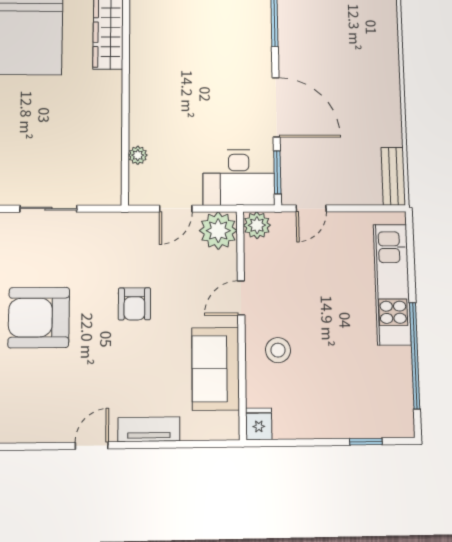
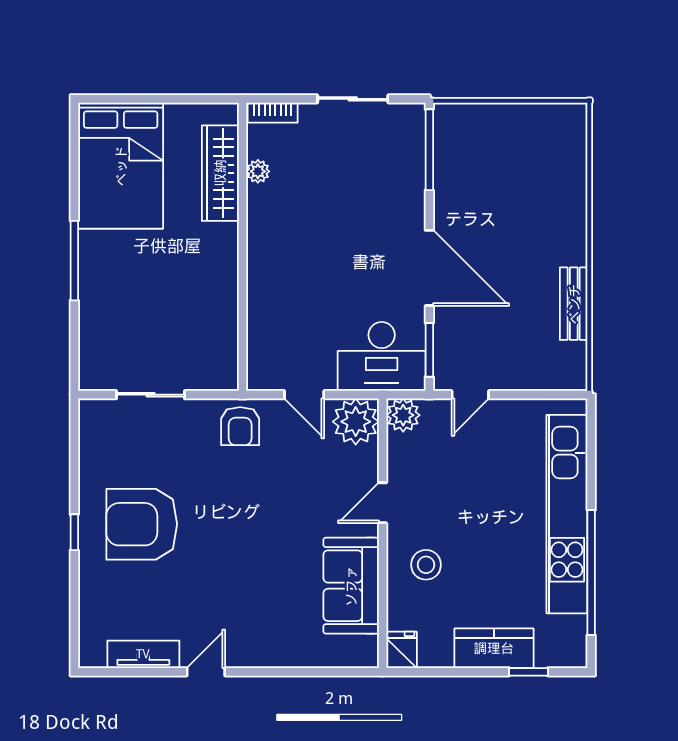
plant: (138, 155) -> (258, 171), moved
bench: (393, 176) -> (574, 304), moved
door: (176, 209) -> (304, 395), hinge flipped
kitchen unit: (392, 284) -> (567, 514), width x1.36
armchair: (134, 304) -> (240, 426), moved
kitchen counter: (336, 421) -> (494, 648), added
tv unit: (149, 429) -> (143, 654), moved

